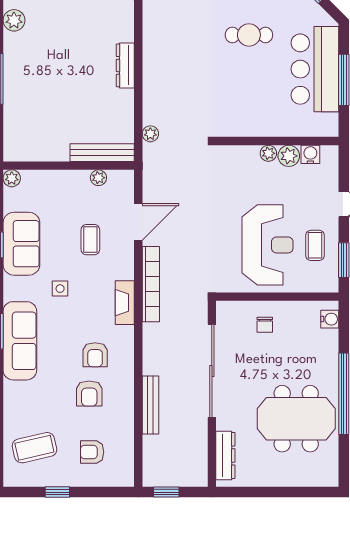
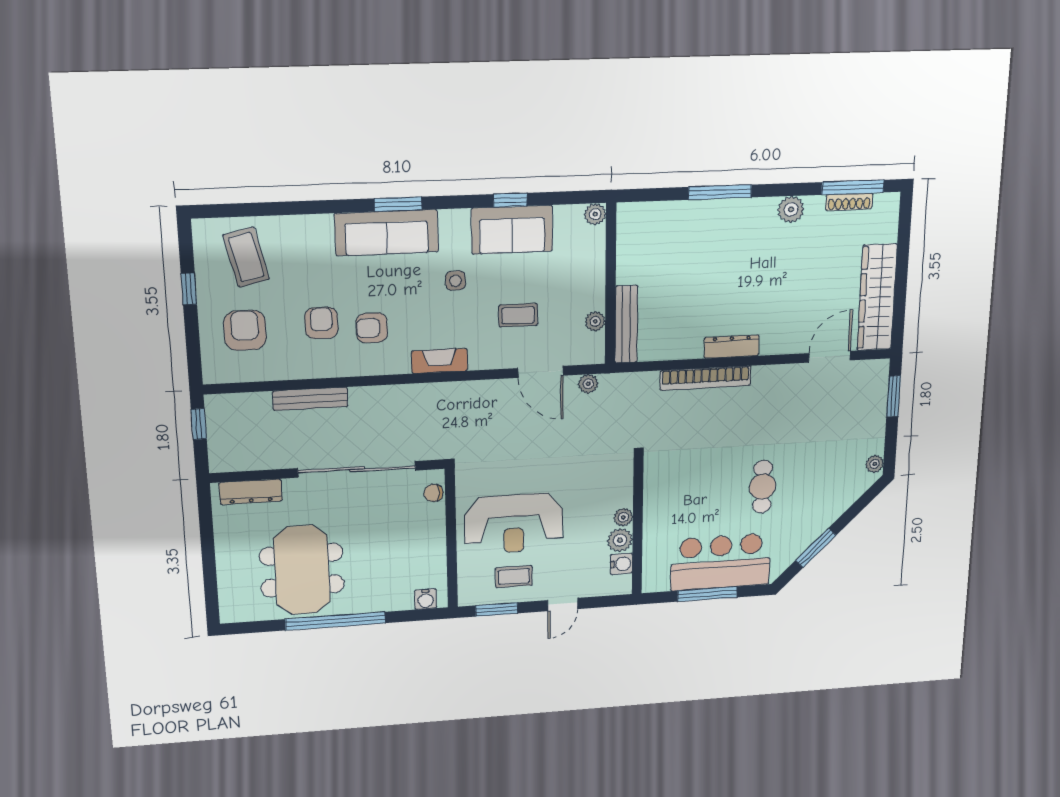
plant: (150, 134) -> (588, 384), moved
bookcase: (151, 284) -> (706, 378), moved
chair: (265, 325) -> (433, 493), moved
armchair: (89, 394) -> (321, 323), turned 90
armchair: (92, 452) -> (245, 330), width x1.38, depth x1.38

